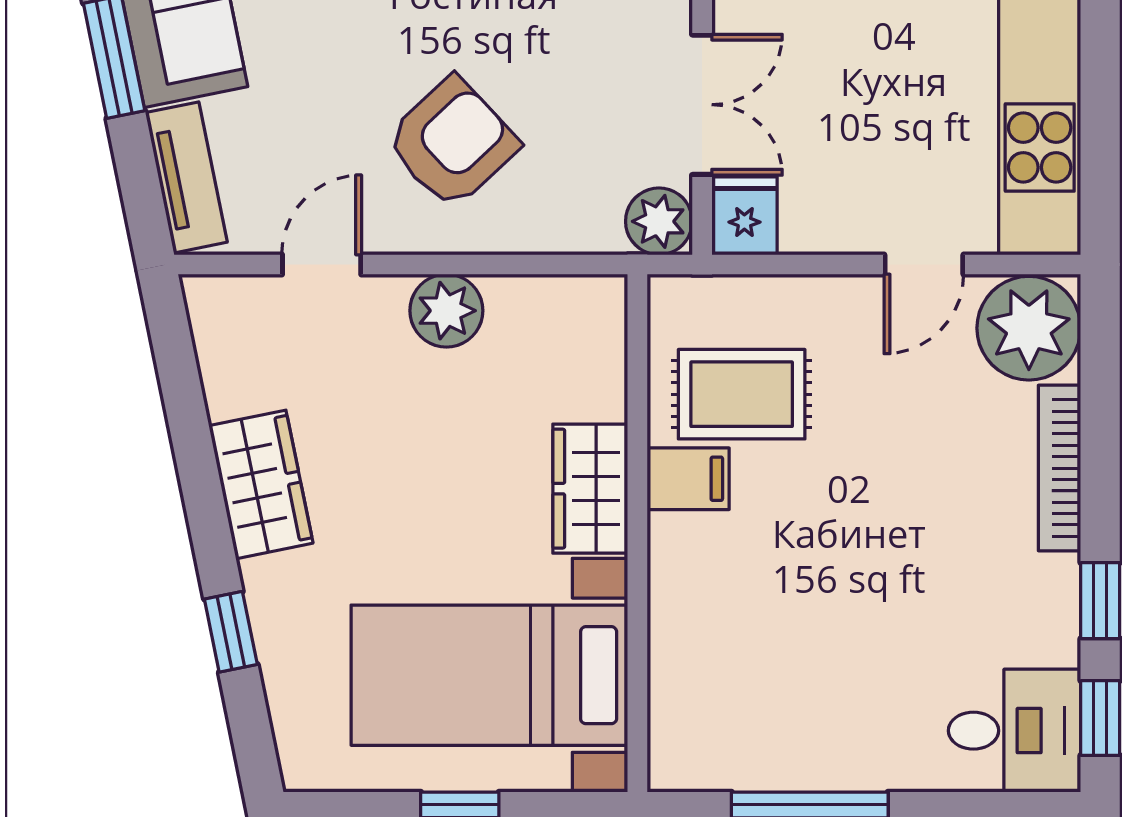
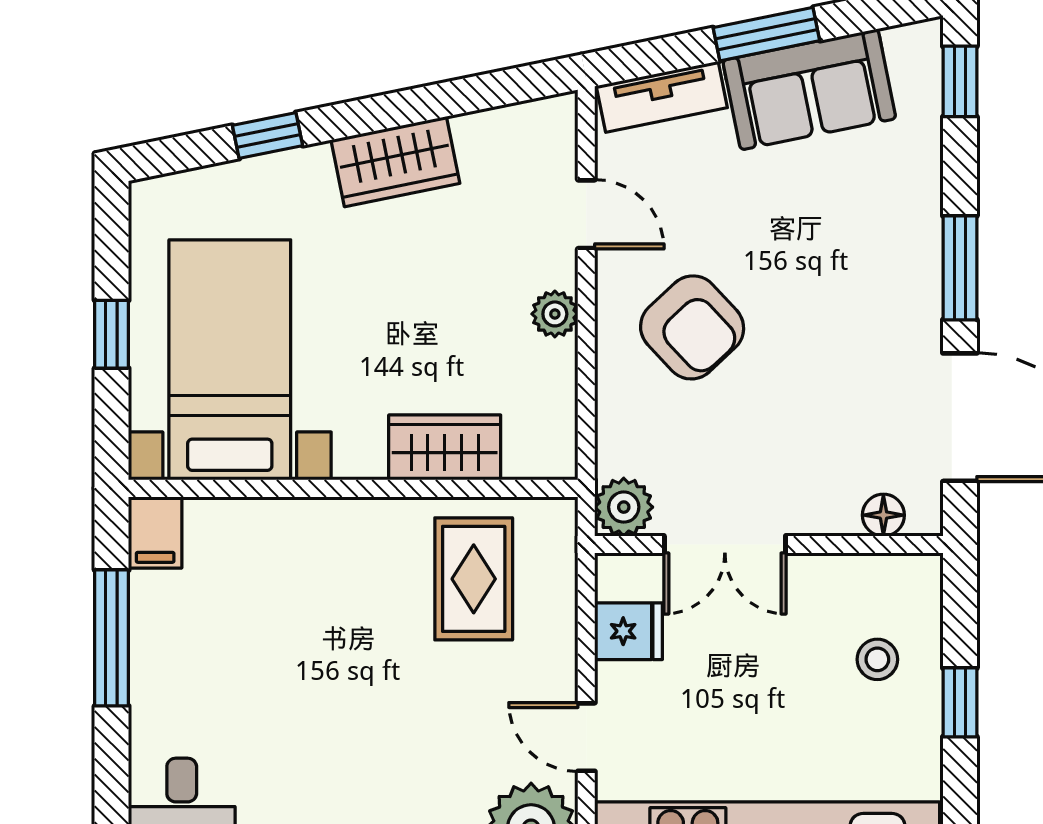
fridge: (744, 216) -> (629, 631), moved
plant: (446, 311) -> (555, 314), width x0.73, depth x0.73
filing cabinet: (688, 479) -> (155, 532), moved
wardrobe: (590, 489) -> (445, 447), moved

